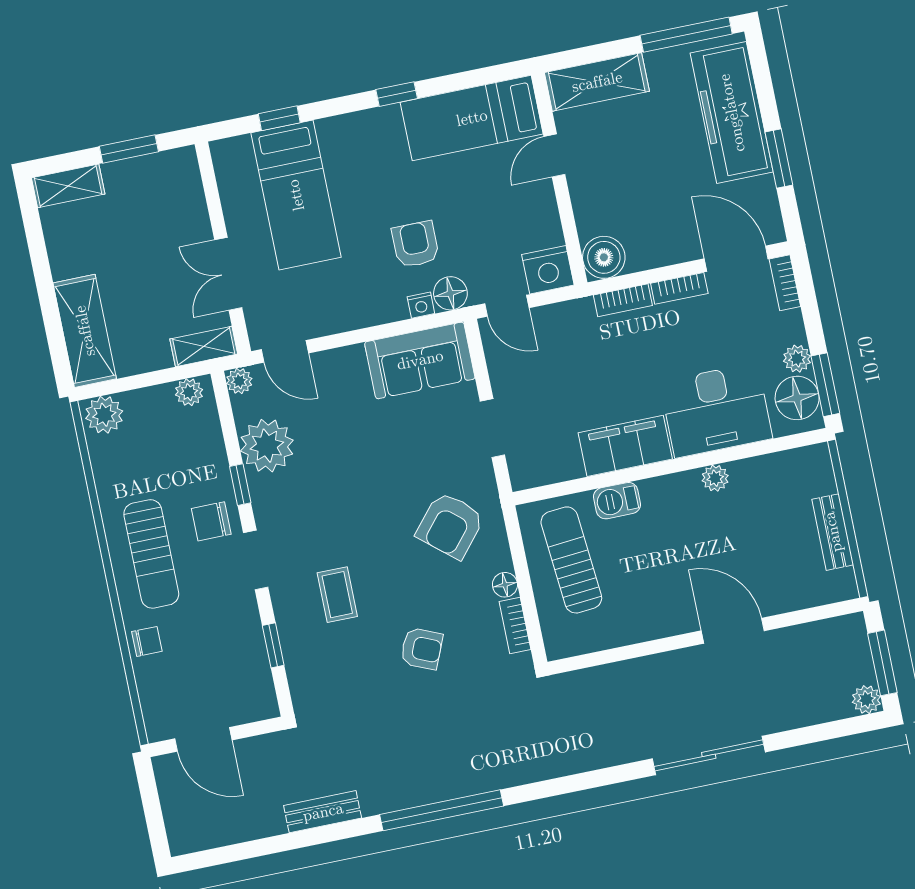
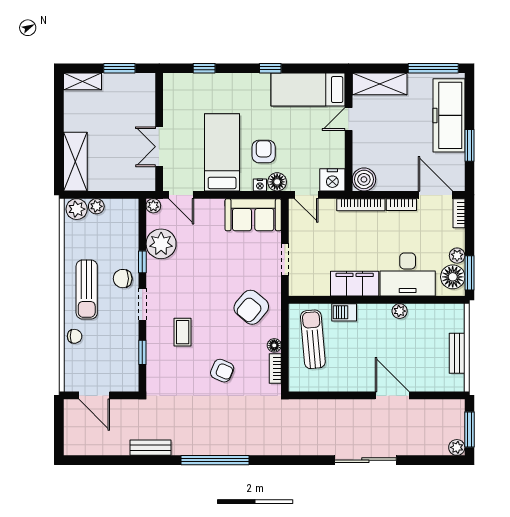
bed: (296, 195) -> (222, 152), moved, turned 180
bookcase: (623, 300) -> (361, 205), width x1.56
shelving: (204, 346) -> (138, 183), removed
plant: (189, 392) -> (96, 206), moved

